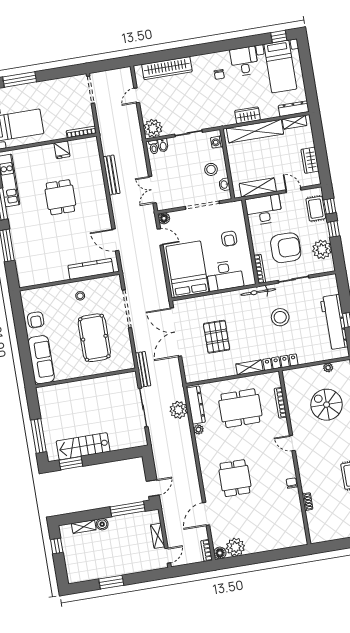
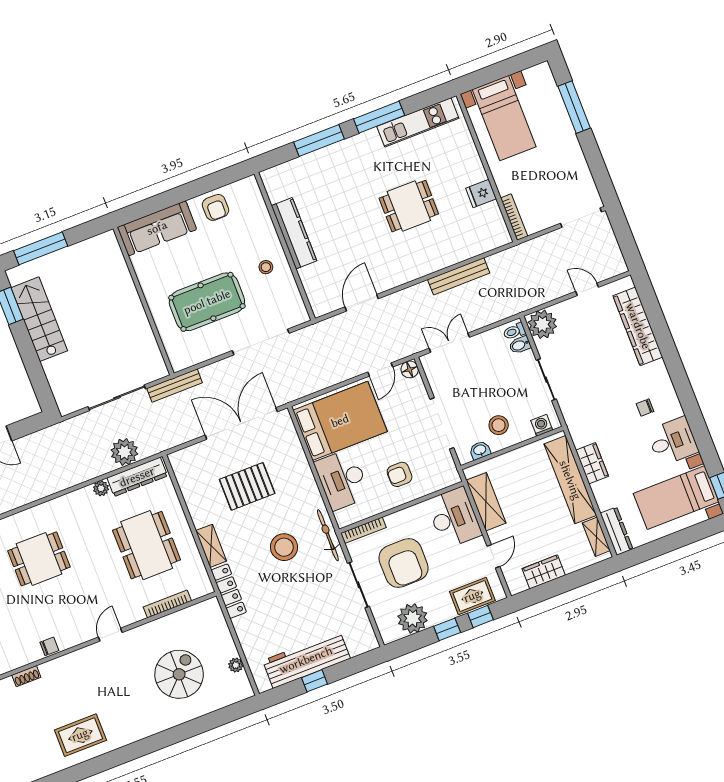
kitchen counter: (91, 269) -> (294, 233), moved
stool: (280, 317) -> (284, 547), moved
armchair: (36, 320) -> (216, 207), turned -90

